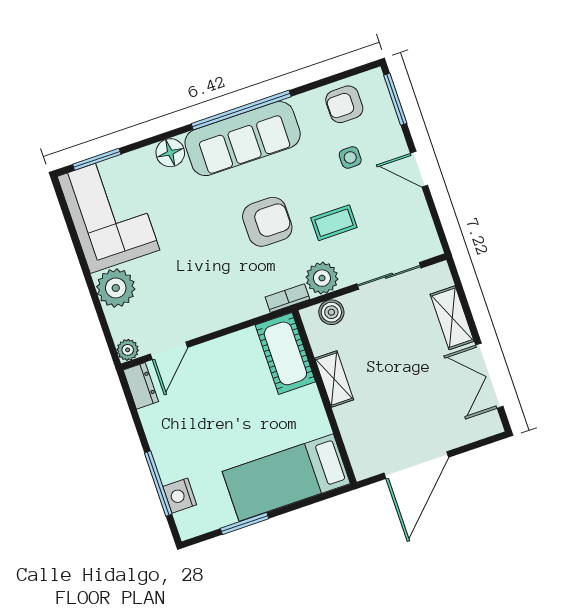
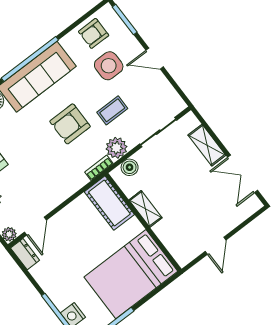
side table: (350, 157) -> (109, 66), width x1.87, depth x1.87
armchair: (267, 222) -> (70, 124), turned 180
door: (416, 465) -> (216, 246), width x0.53
bed: (286, 477) -> (131, 274), width x1.50

